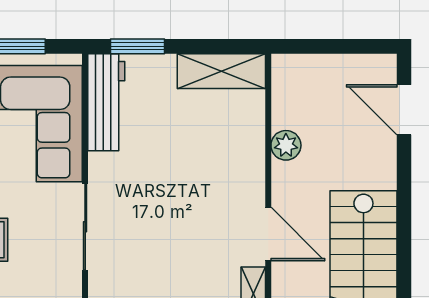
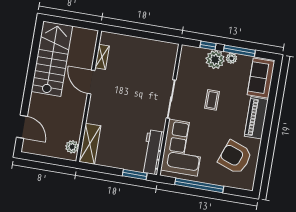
shelving: (221, 71) -> (90, 144), moved, turned 90
plant: (286, 145) -> (72, 147), moved

